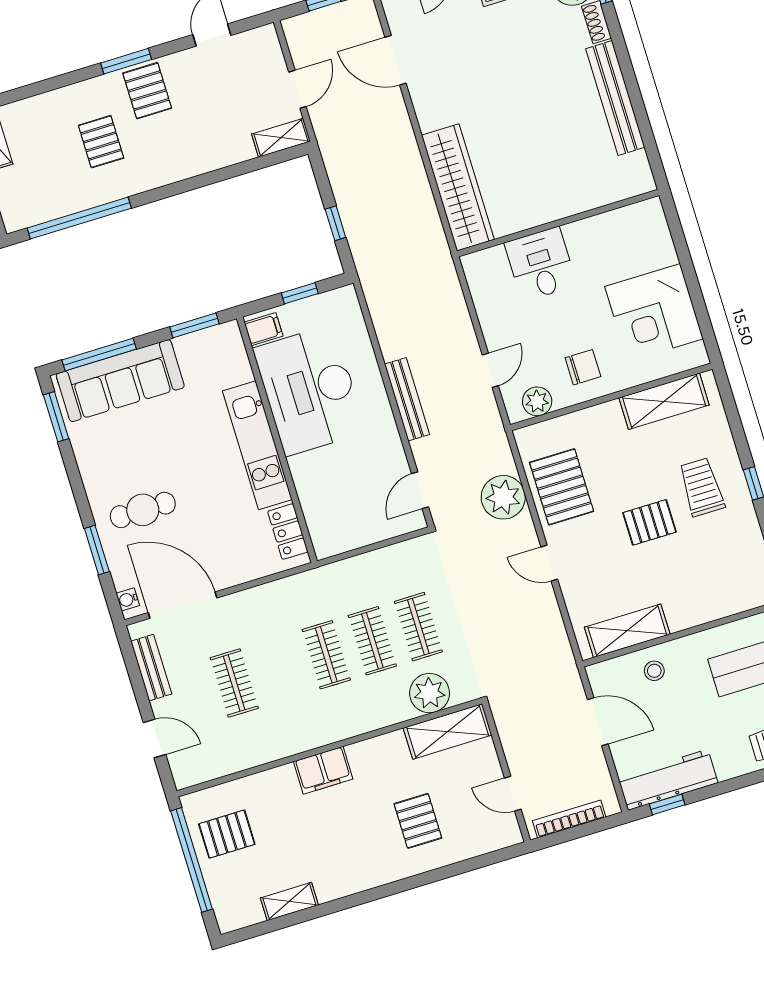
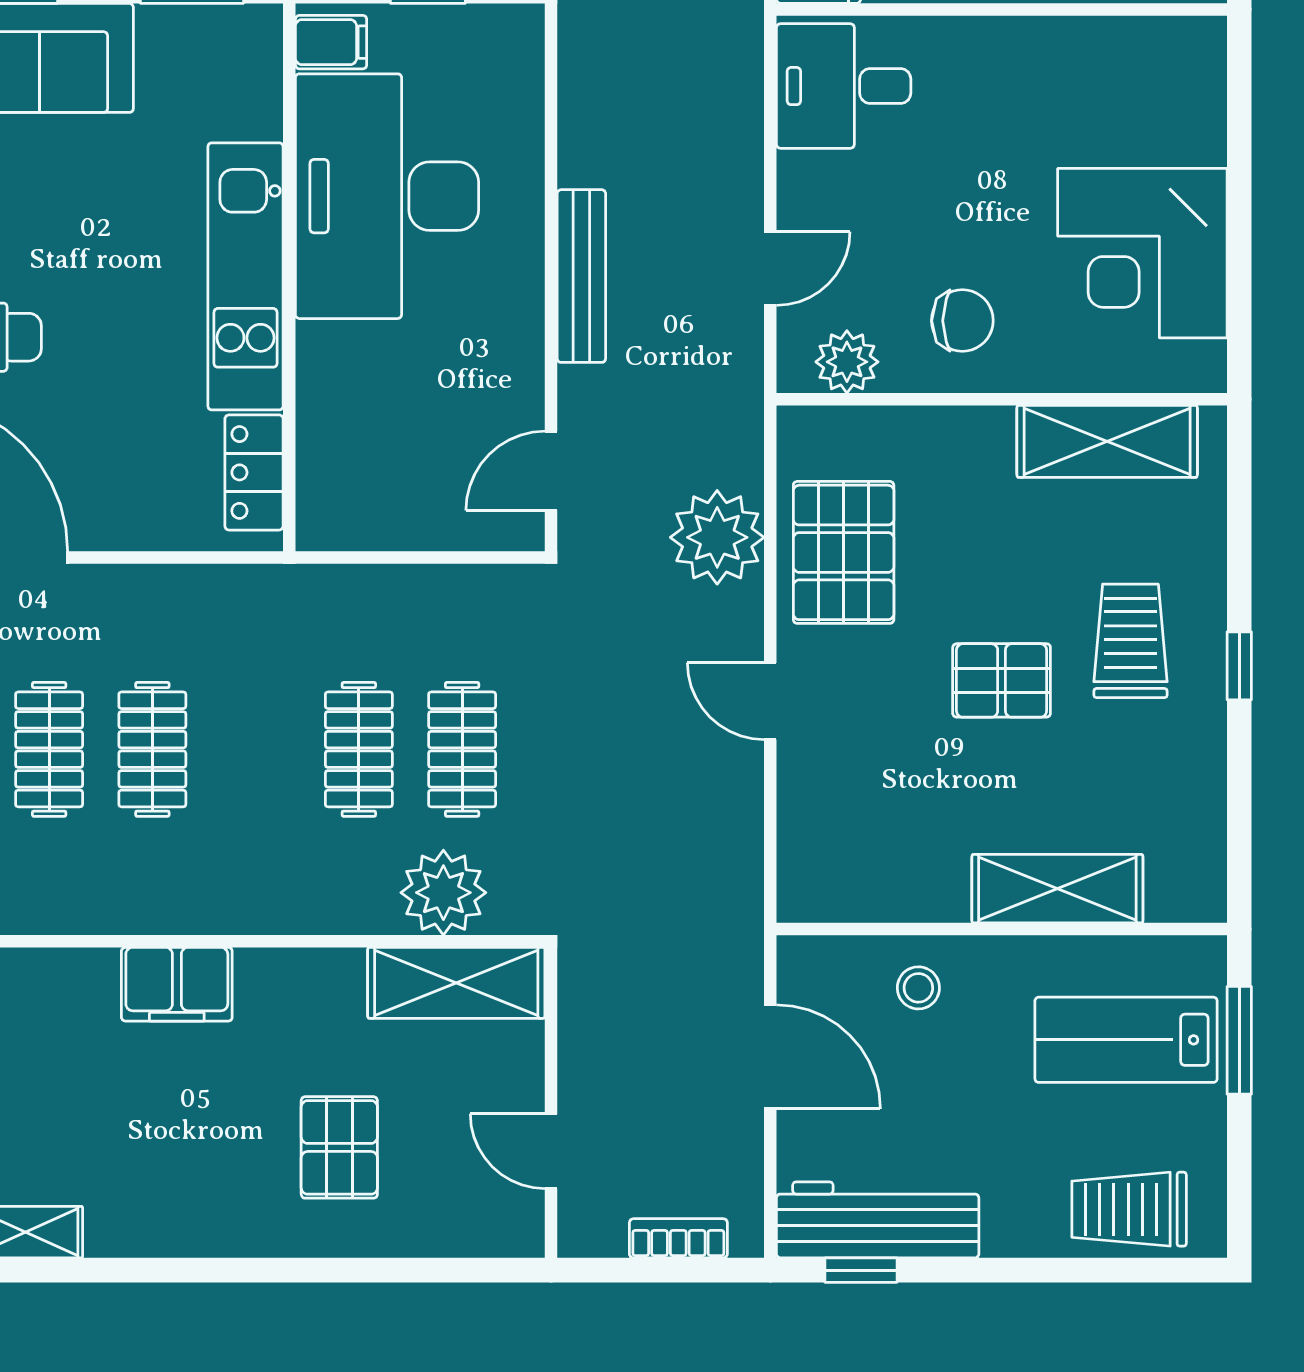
desk: (541, 264) -> (844, 86), moved, turned -90
shelving: (627, 631) -> (1057, 889), moved
clothes rail: (326, 655) -> (152, 749), moved
bookcase: (569, 819) -> (678, 1238), width x0.64

